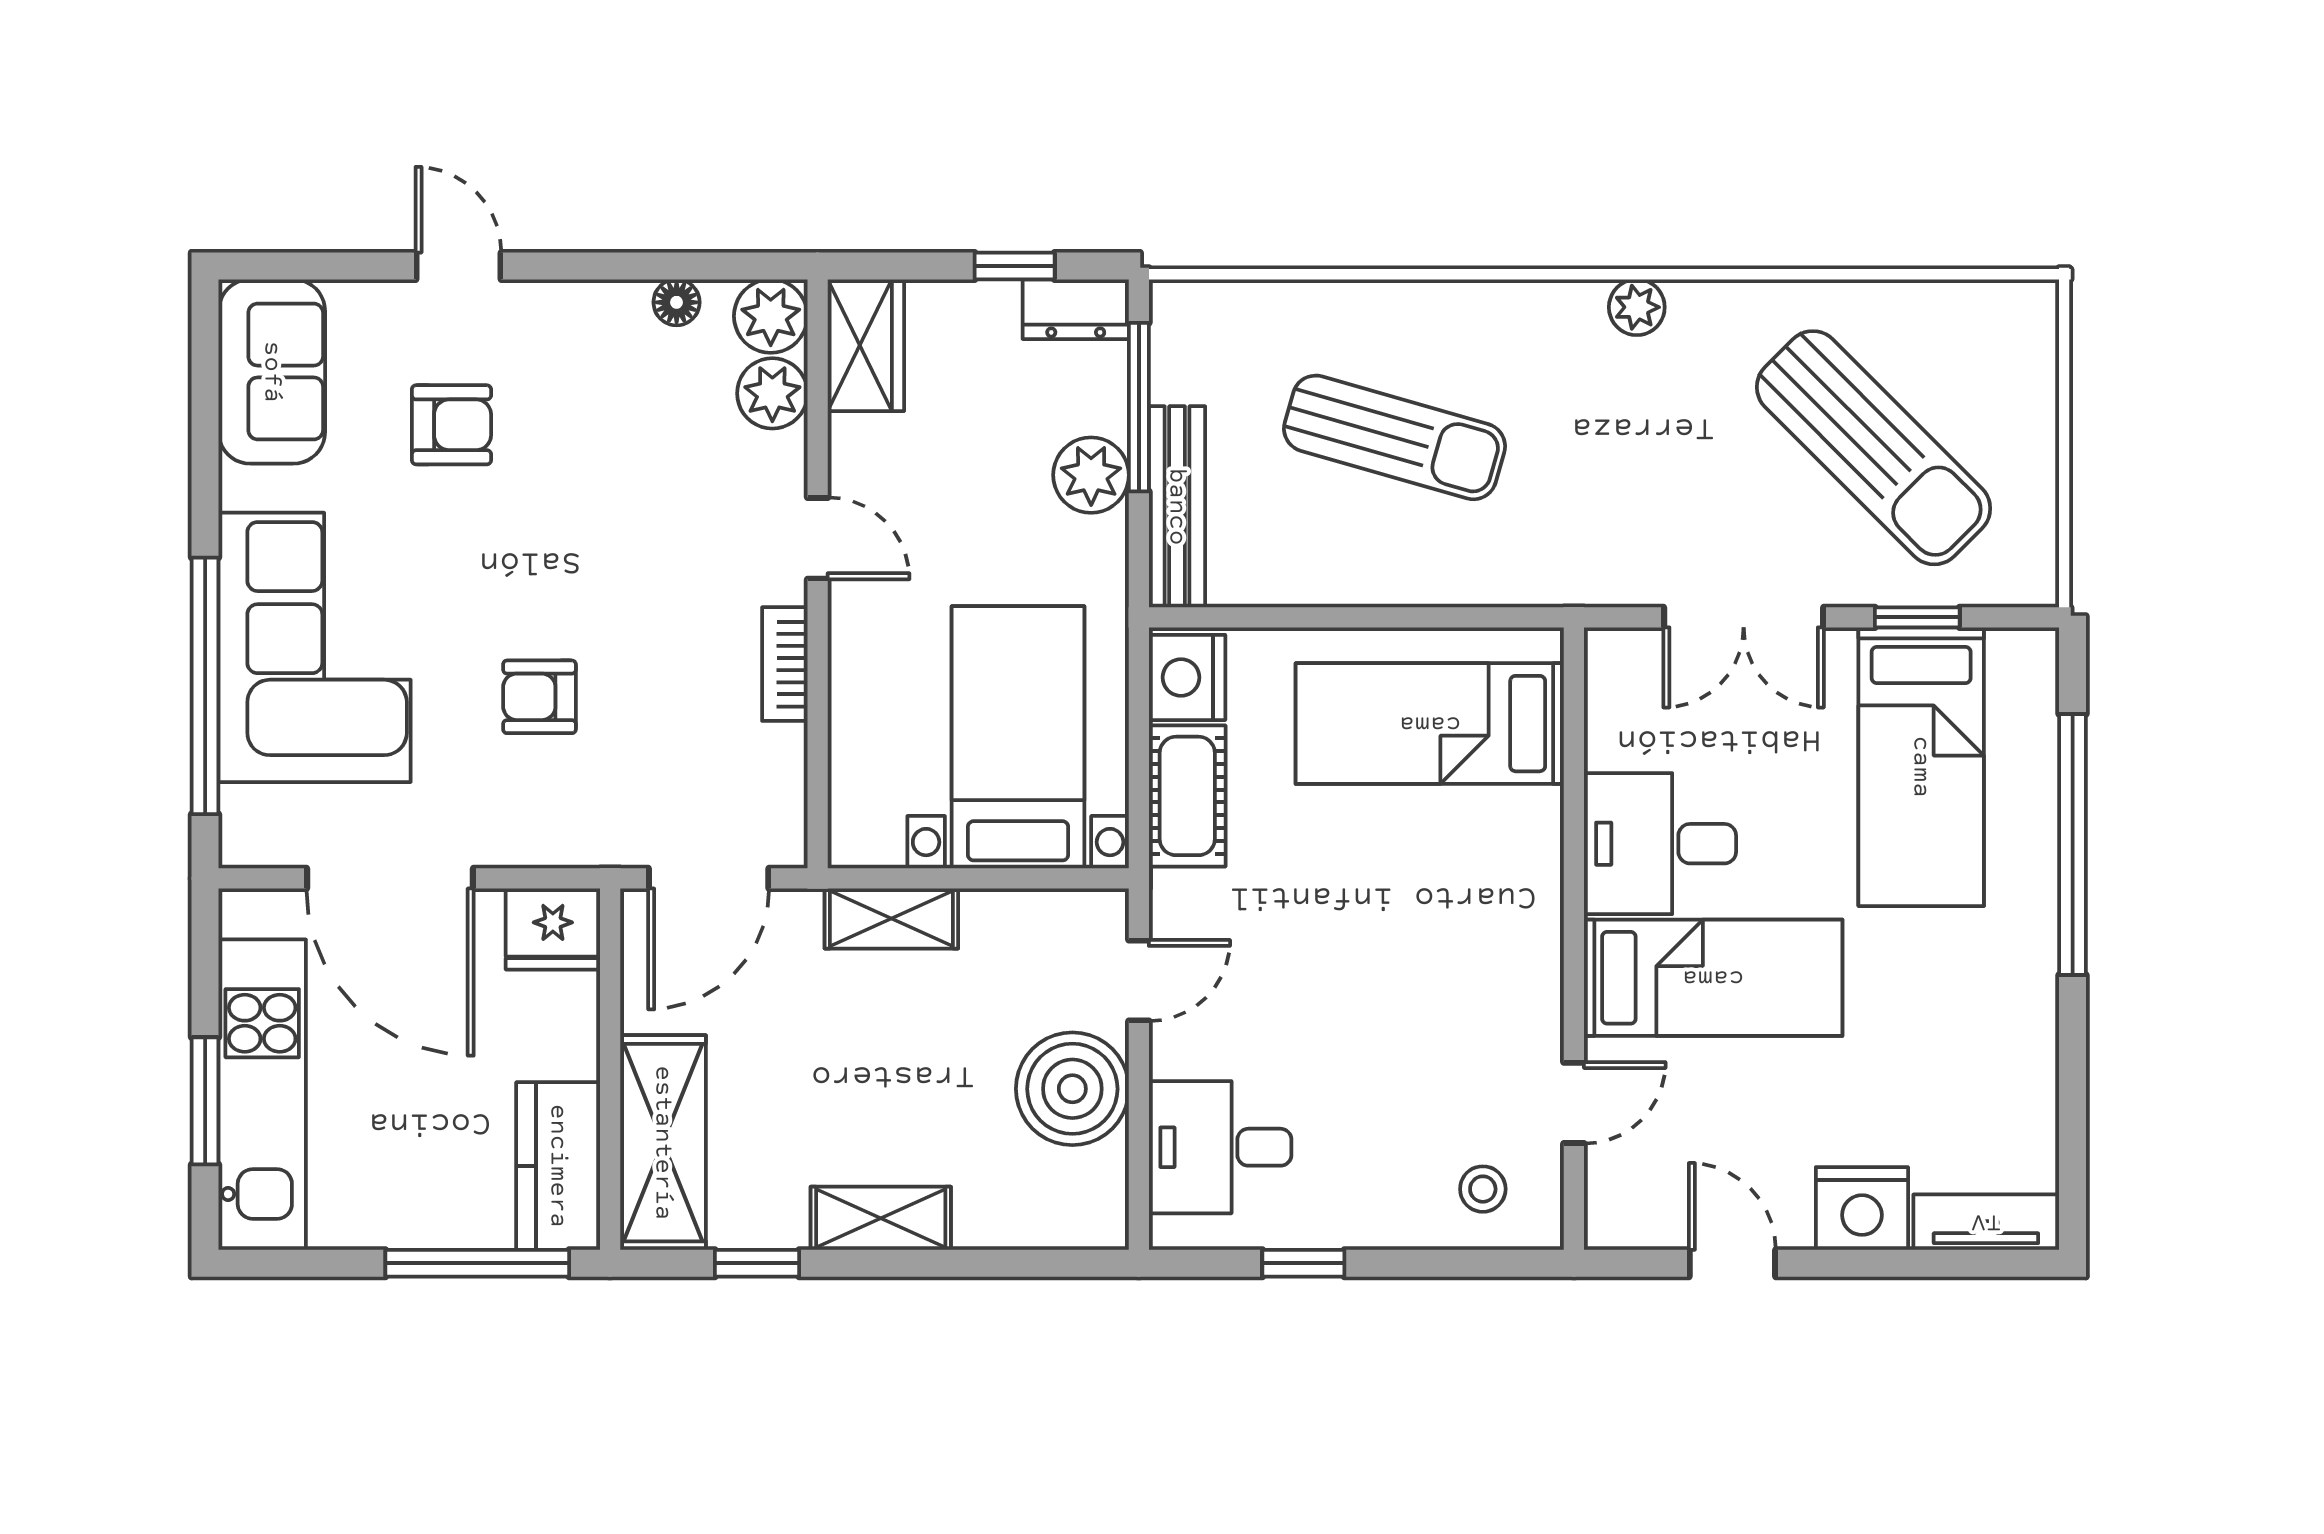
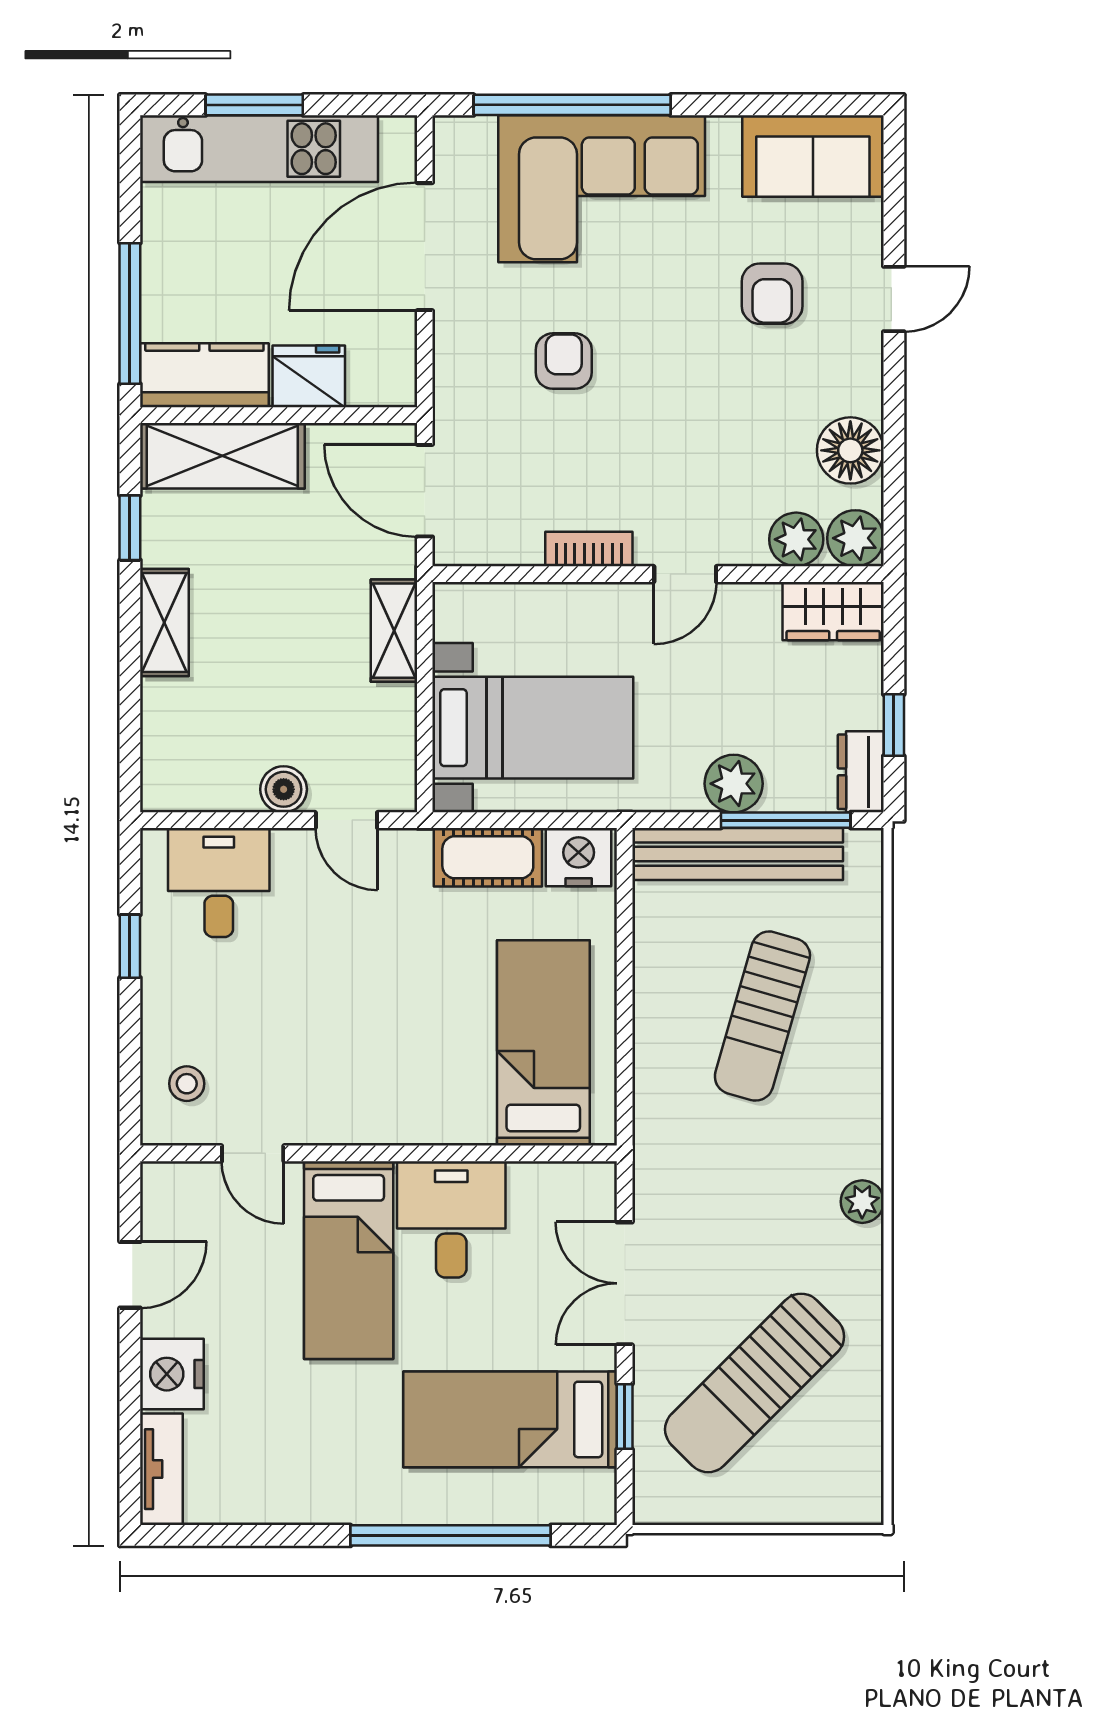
floor lamp: (677, 302) -> (850, 450), width x1.89, depth x1.89
bench: (1177, 507) -> (738, 854), width x1.37, depth x1.21
fridge: (553, 929) -> (309, 376), moved, turned 90
boiler: (1072, 1089) -> (284, 789), width x0.54, depth x0.54

